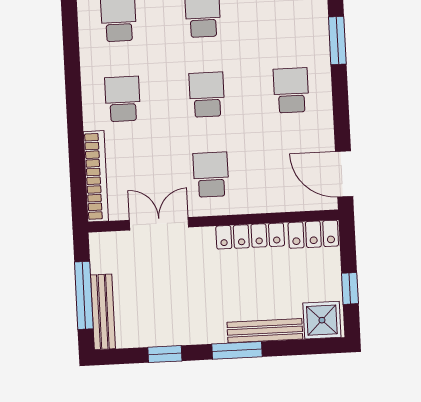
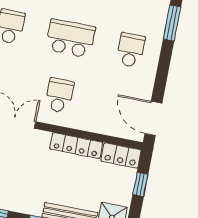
school desk: (207, 95) -> (71, 38), width x1.85
window: (350, 288) -> (140, 184), moved

